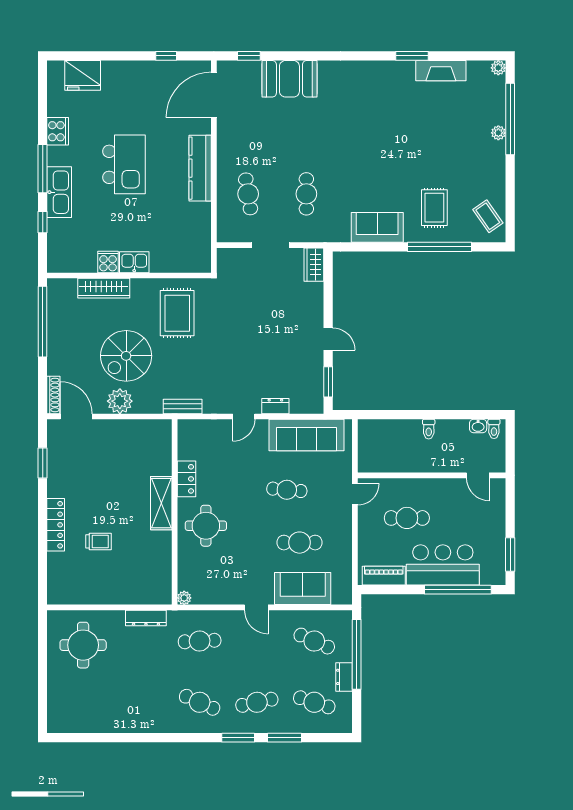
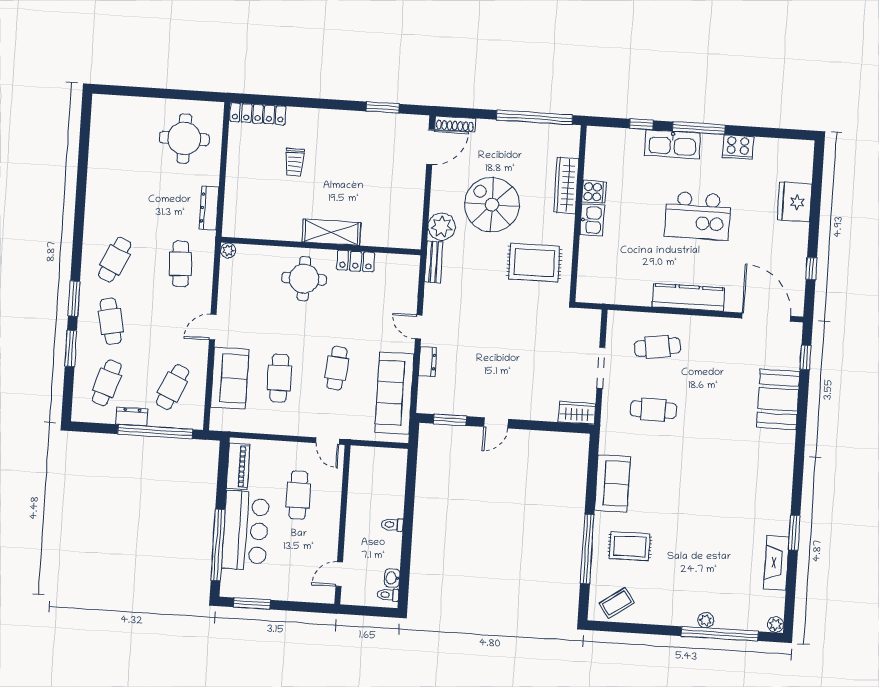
fridge: (83, 75) -> (795, 202), moved
plant: (120, 401) -> (442, 227), moved
locker: (56, 525) -> (258, 114), moved

